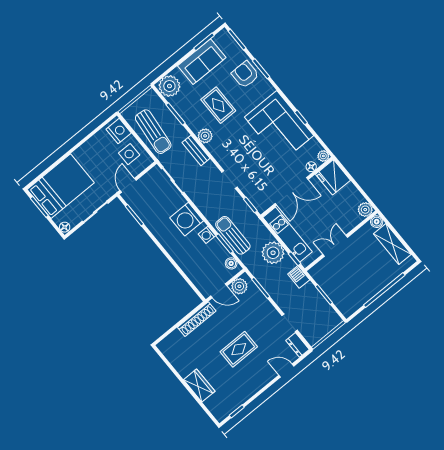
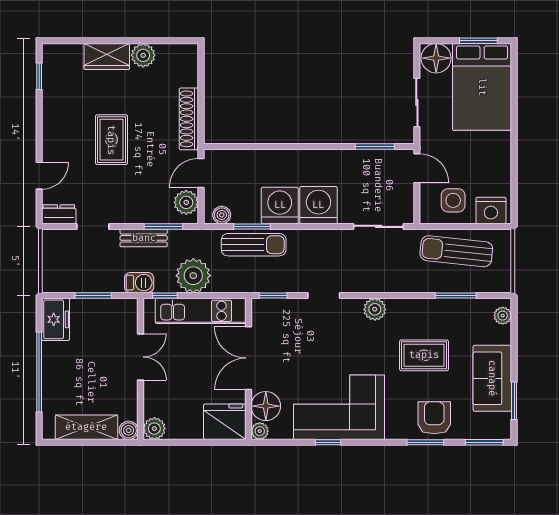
armchair: (245, 74) -> (434, 418), turned -90
plant: (169, 86) -> (503, 316), width x0.53, depth x0.53
plant: (205, 136) -> (375, 309), moved
bench: (196, 150) -> (144, 238), moved
floor lamp: (311, 167) -> (266, 406), width x1.89, depth x1.89
floor lamp: (65, 227) -> (436, 58), width x1.89, depth x1.89
washing machine: (207, 235) -> (280, 205), width x1.89, depth x1.89
freezer: (351, 303) -> (56, 319), added
plant: (184, 368) -> (143, 55), added

